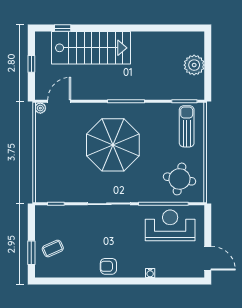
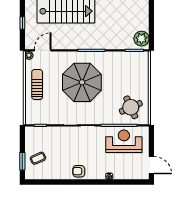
plant: (194, 65) -> (141, 39), moved
sun lounger: (187, 126) -> (37, 84), moved
round table: (179, 179) -> (131, 107), turned -35

